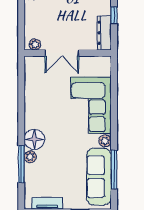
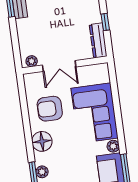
armchair: (47, 95) -> (50, 109), added
floor lamp: (34, 139) -> (42, 141), moved

